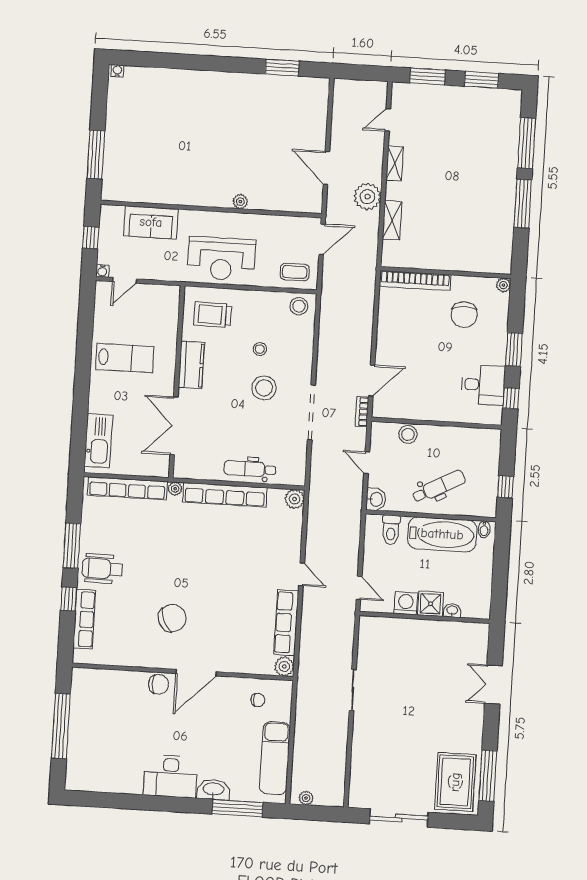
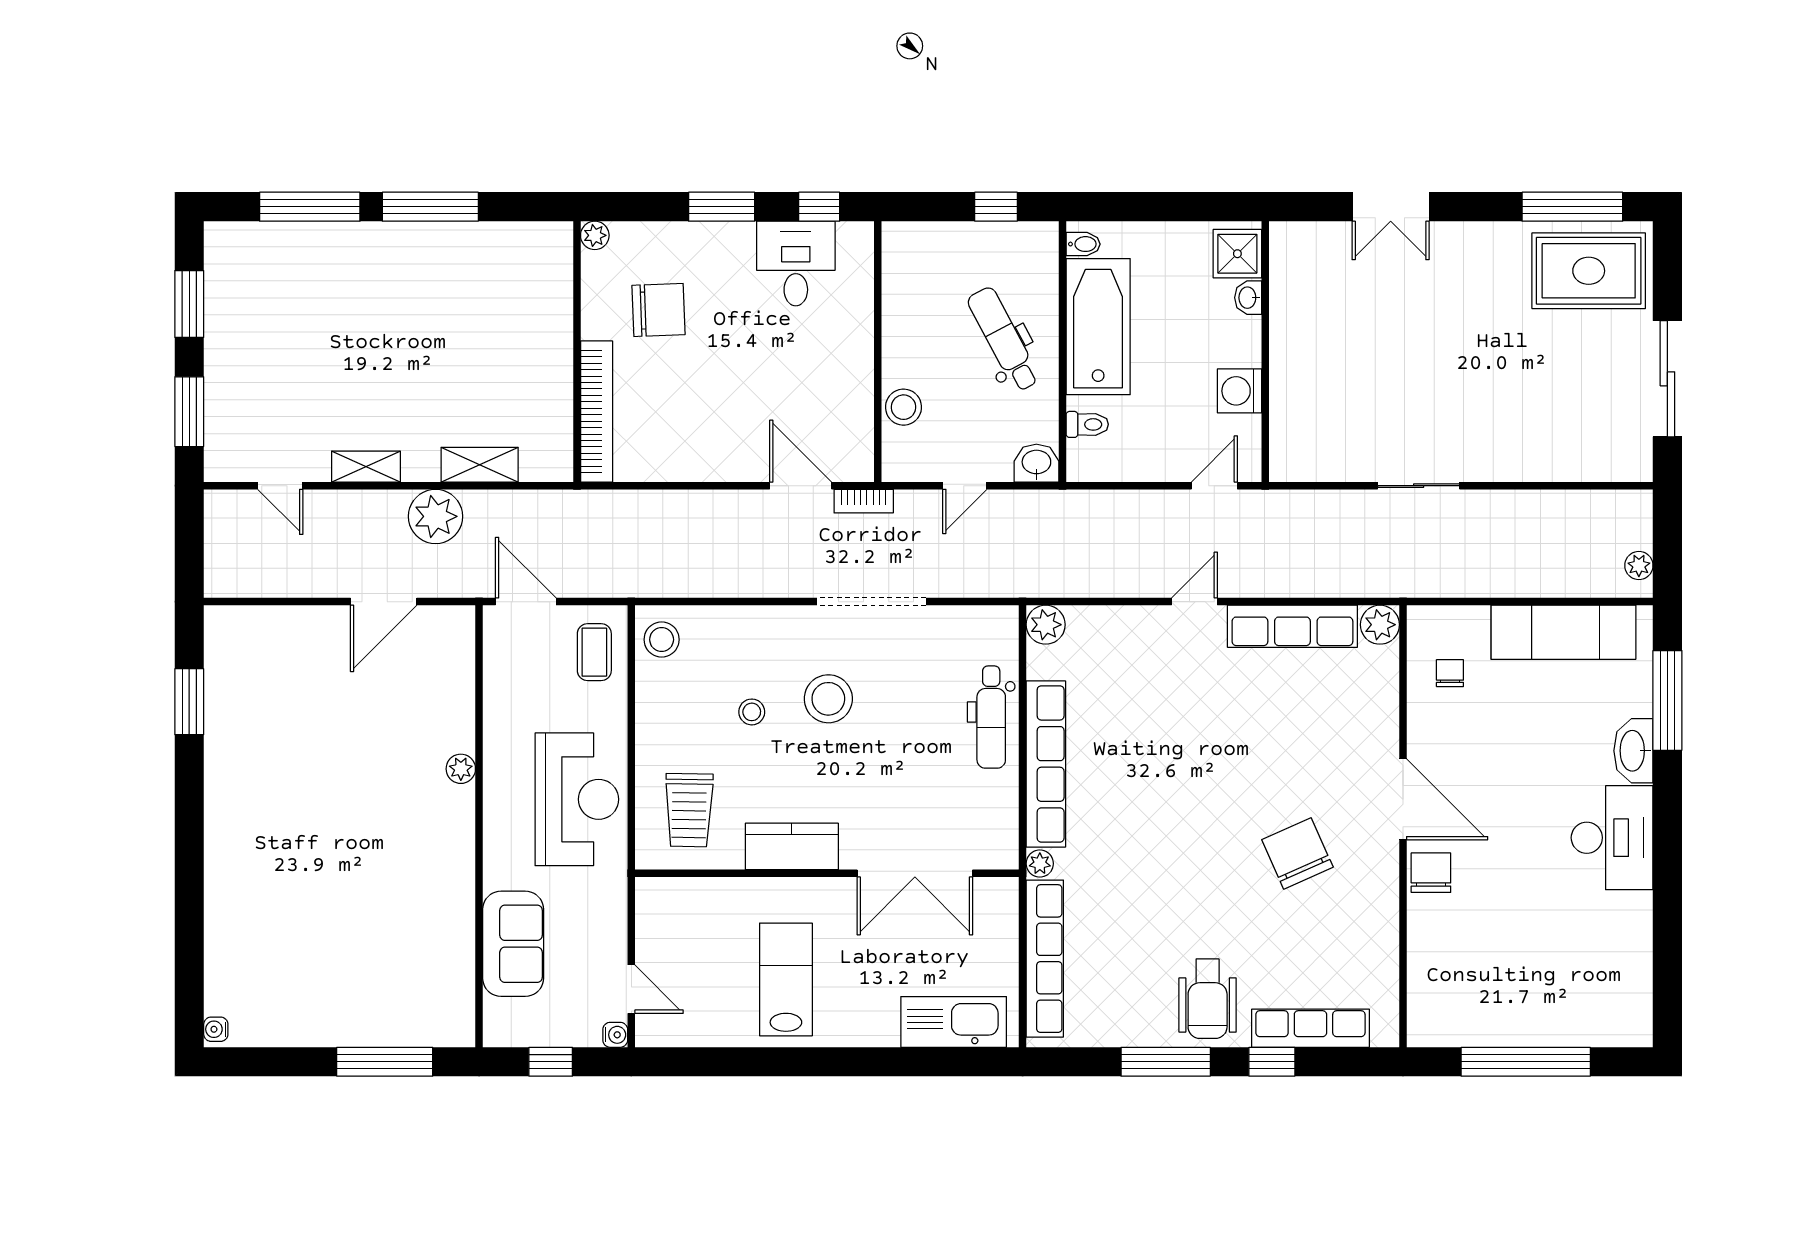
toilet: (391, 530) -> (1087, 424), width x0.73, depth x0.72
shower: (431, 604) -> (1237, 254), moved

